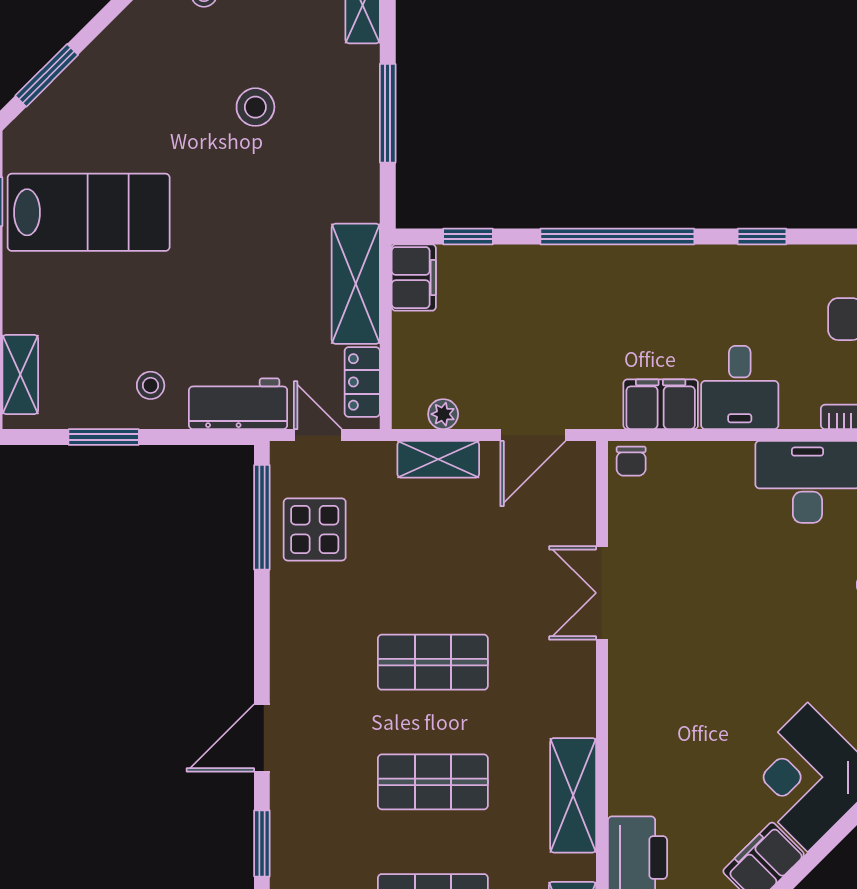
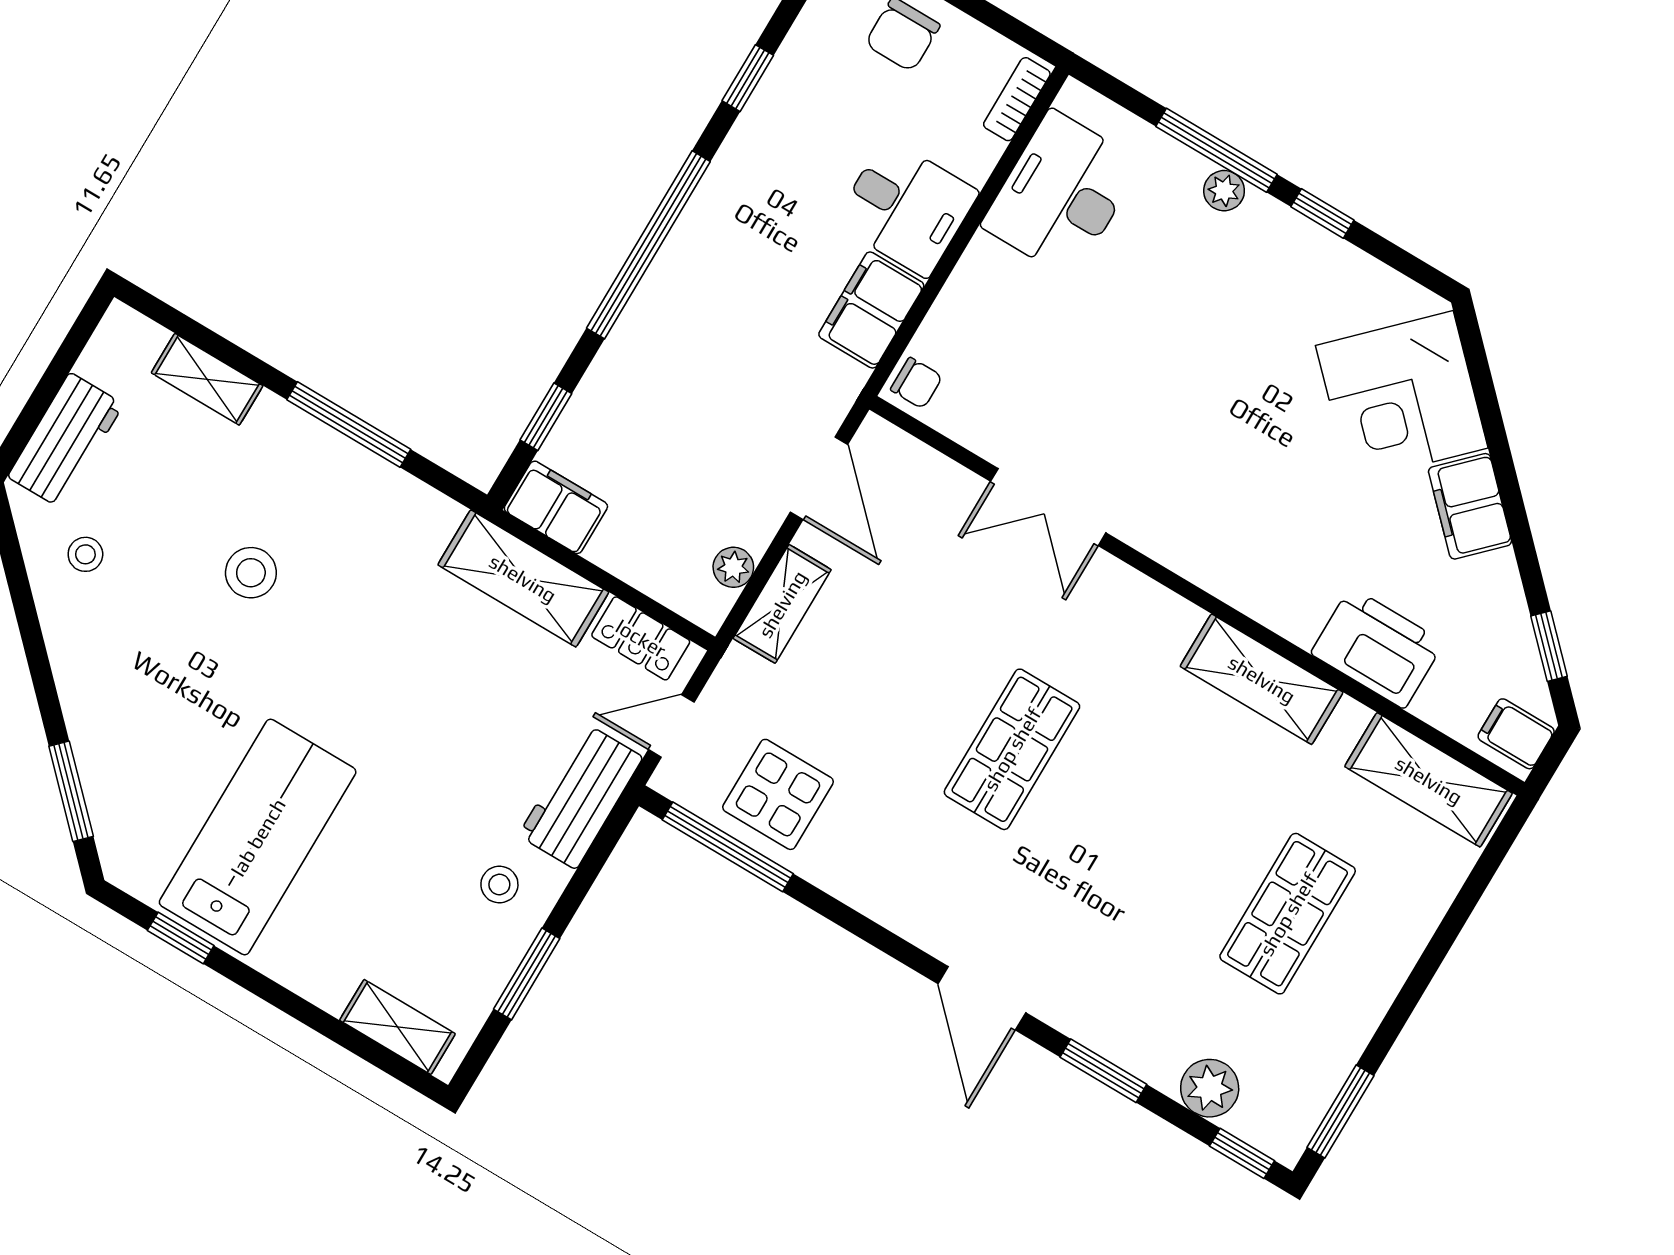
shop shelf: (433, 782) -> (1150, 831), removed

